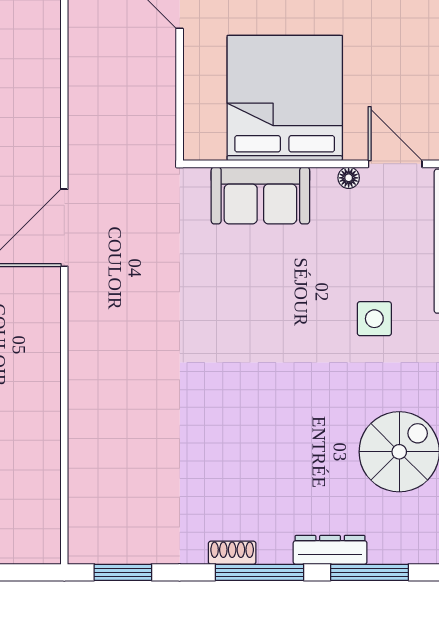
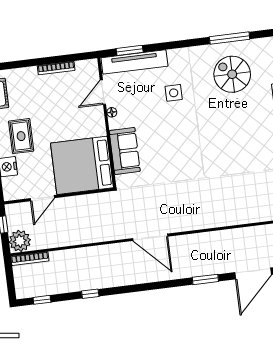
bed: (285, 98) -> (82, 165), moved

